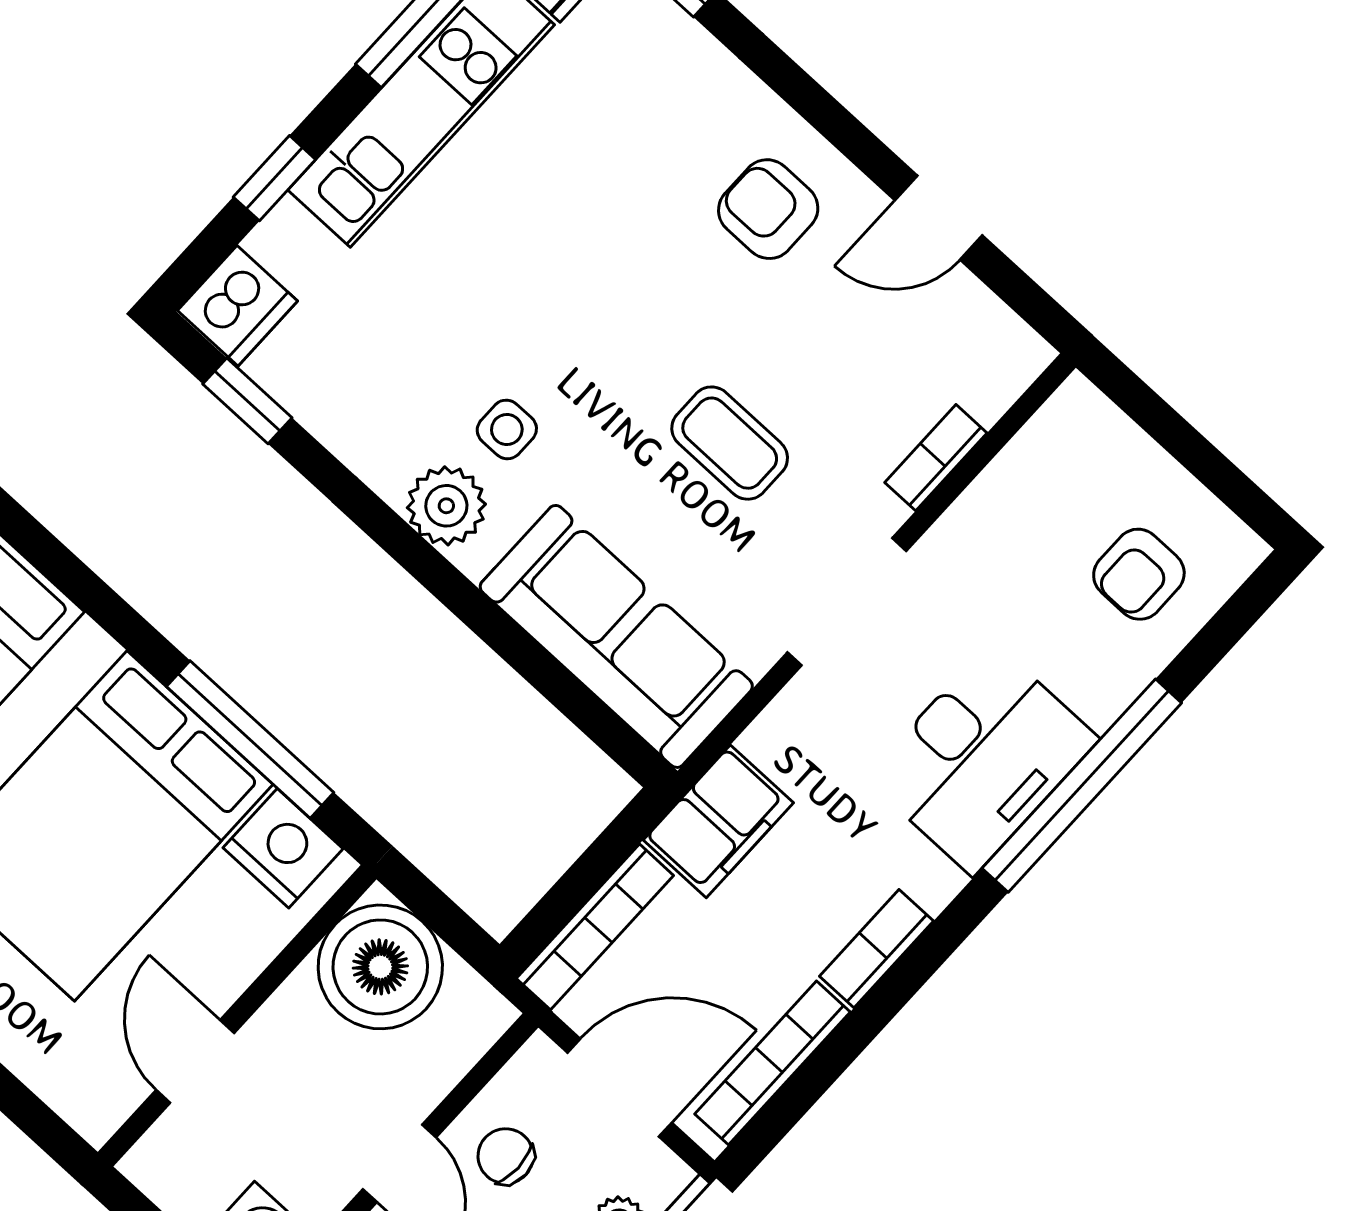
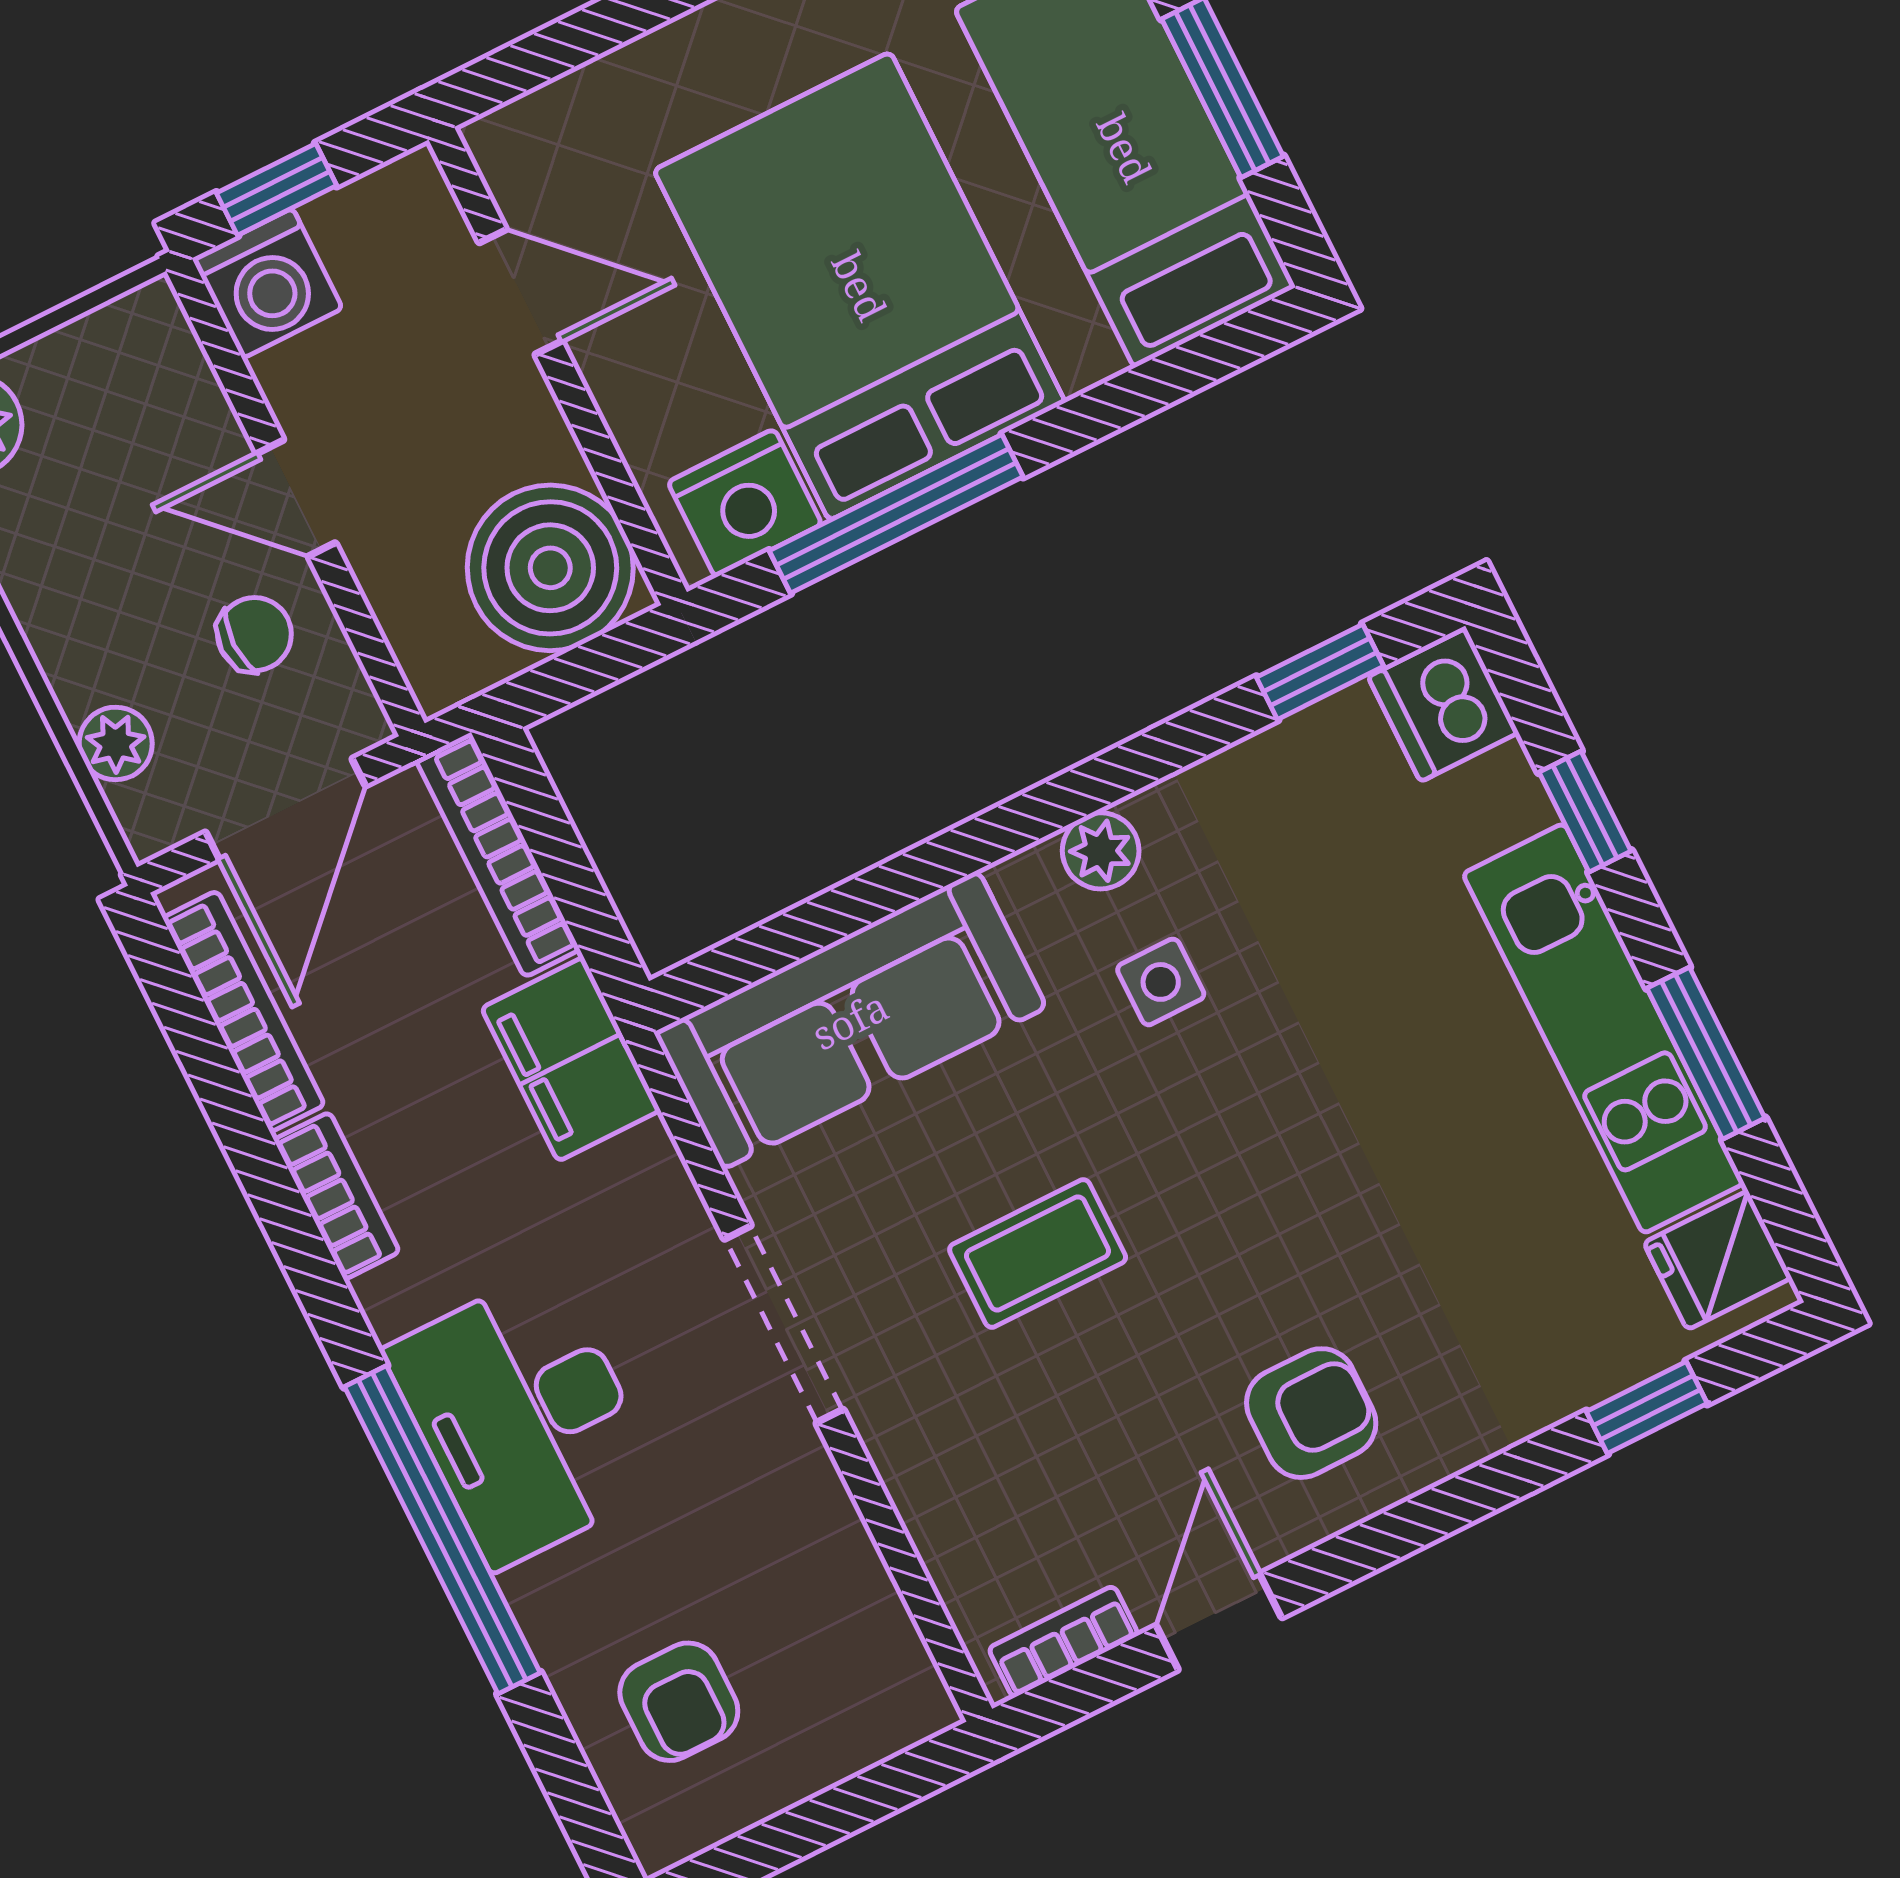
bookcase: (936, 458) -> (1063, 1642), moved, turned -90
plant: (446, 506) -> (1101, 851), width x0.73, depth x0.73
armchair: (1139, 574) -> (679, 1702), turned 180

